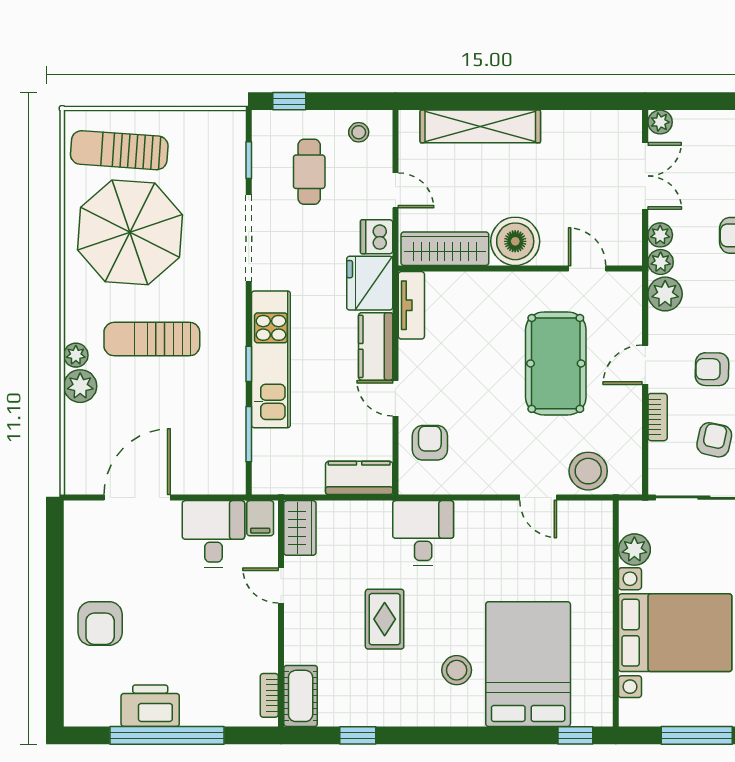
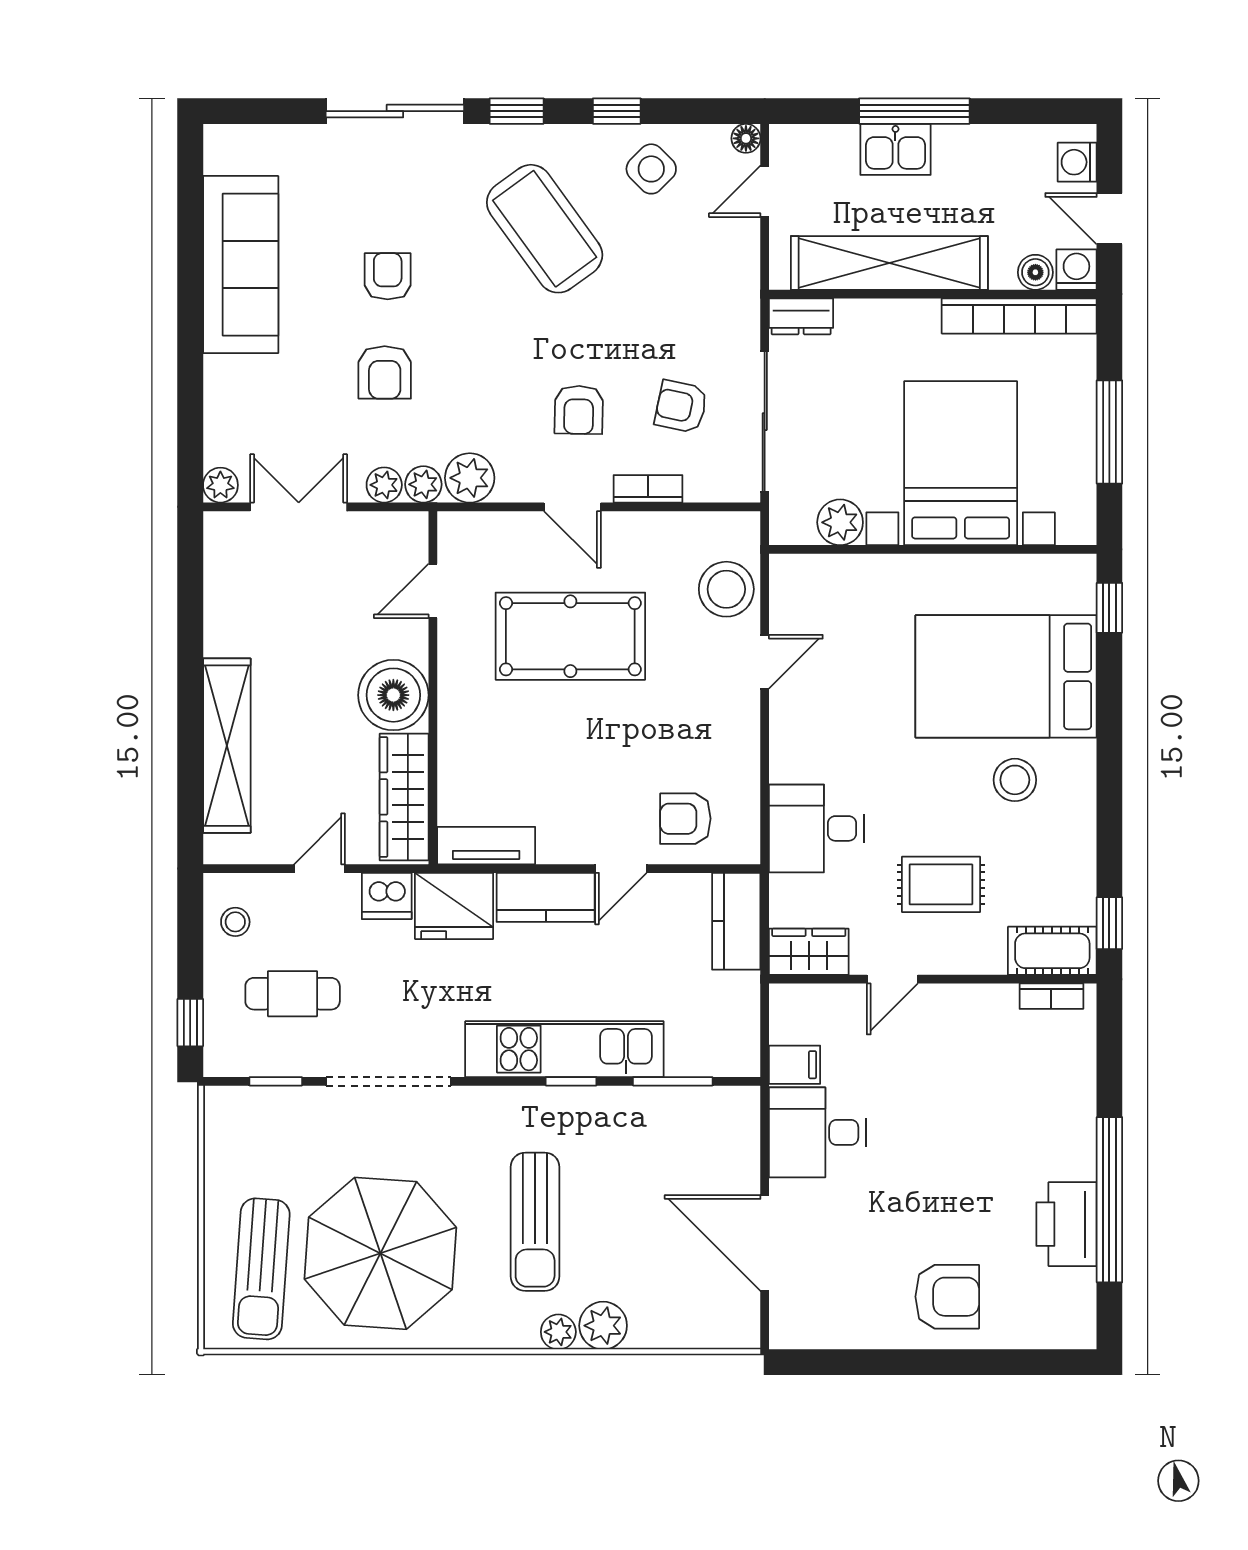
wardrobe: (300, 528) -> (809, 952), moved
door: (281, 586) -> (892, 979), moved
wall: (281, 614) -> (933, 979), moved
bookcase: (269, 695) -> (1051, 996), moved
cot: (301, 696) -> (1052, 951), moved

